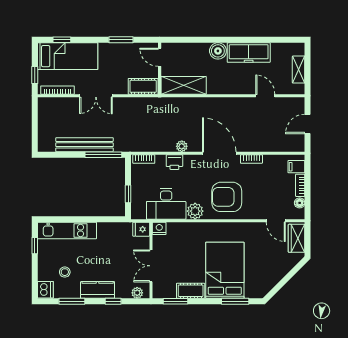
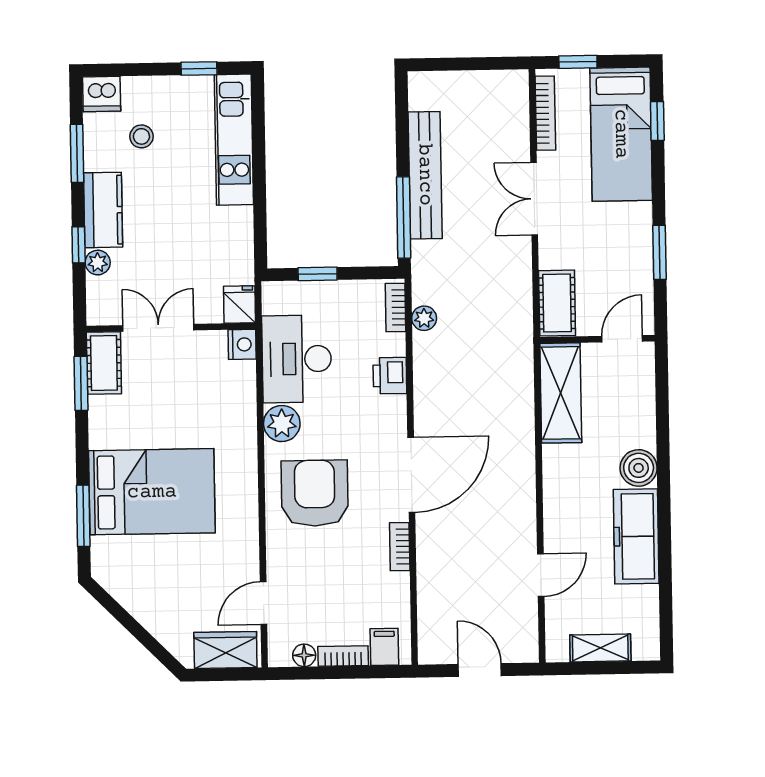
plant: (182, 146) -> (424, 318), moved
cot: (191, 291) -> (104, 363), moved
plant: (137, 293) -> (98, 263), moved

